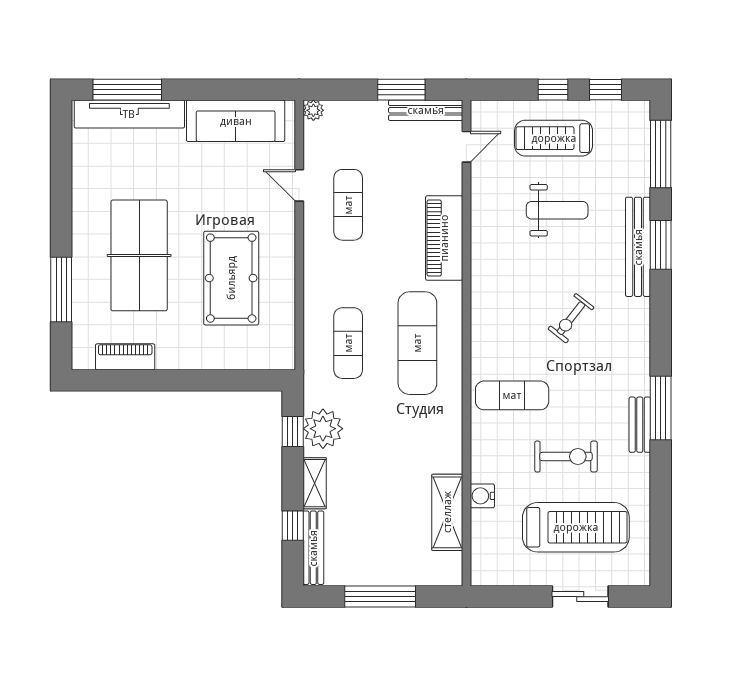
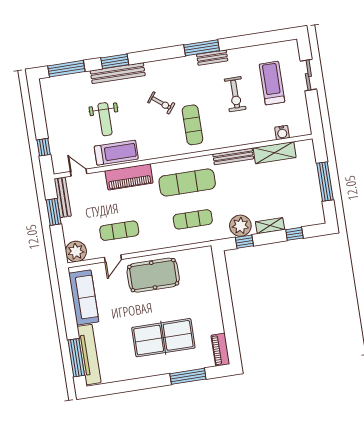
window: (553, 90) -> (44, 147), moved
window: (605, 90) -> (37, 103), removed
plant: (313, 110) -> (76, 251), width x1.88, depth x1.88
treadmill: (554, 138) -> (116, 153), moved, turned -90
weight bench: (557, 210) -> (105, 119), turned 180
pool table: (231, 278) -> (153, 275), moved
piano: (125, 357) -> (220, 350), moved
exercise mat: (512, 395) -> (192, 125), moved
exercise bike: (566, 457) -> (235, 94), turned 180
water cooler: (482, 496) -> (282, 132), moved
treadmill: (576, 527) -> (272, 83), width x0.73, depth x0.73
bench: (313, 548) -> (233, 156), moved

